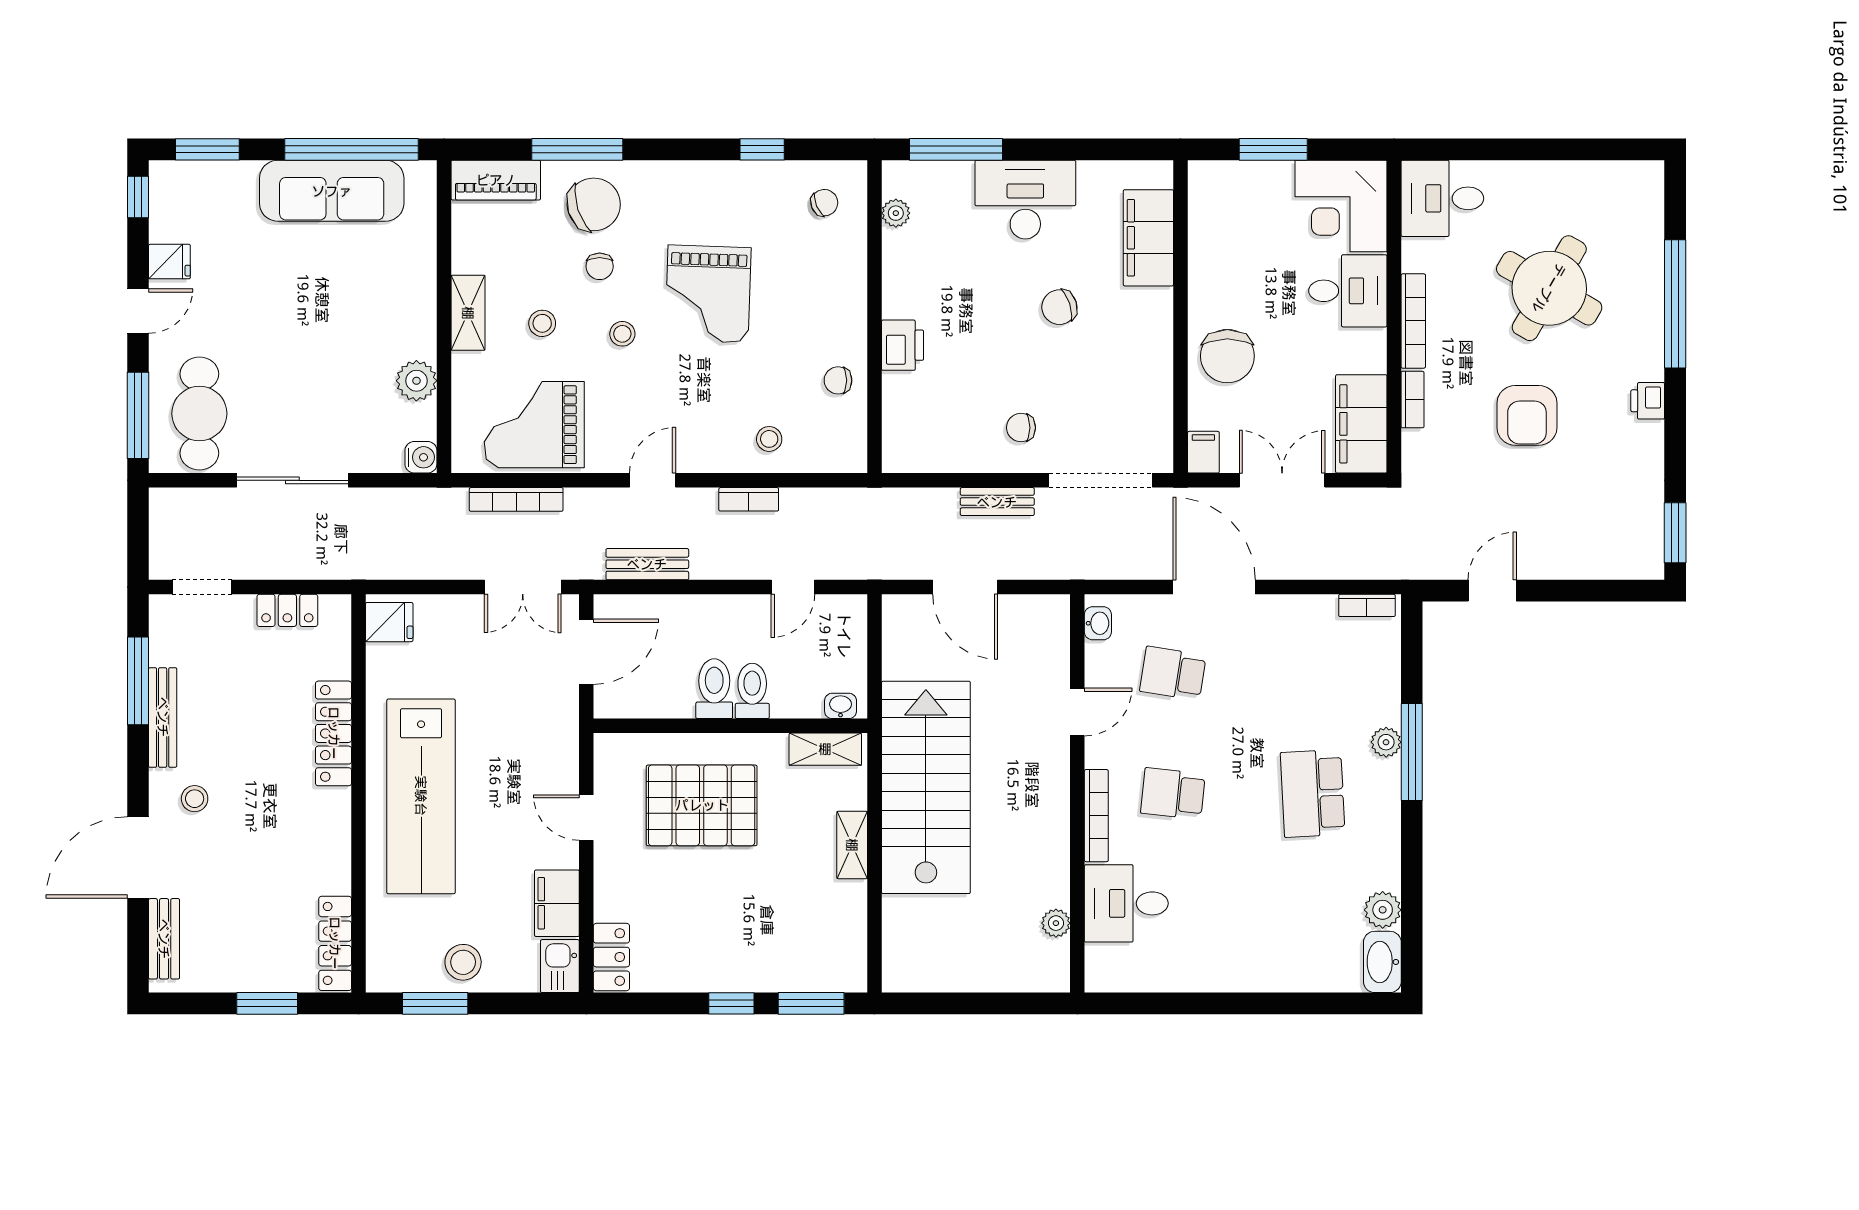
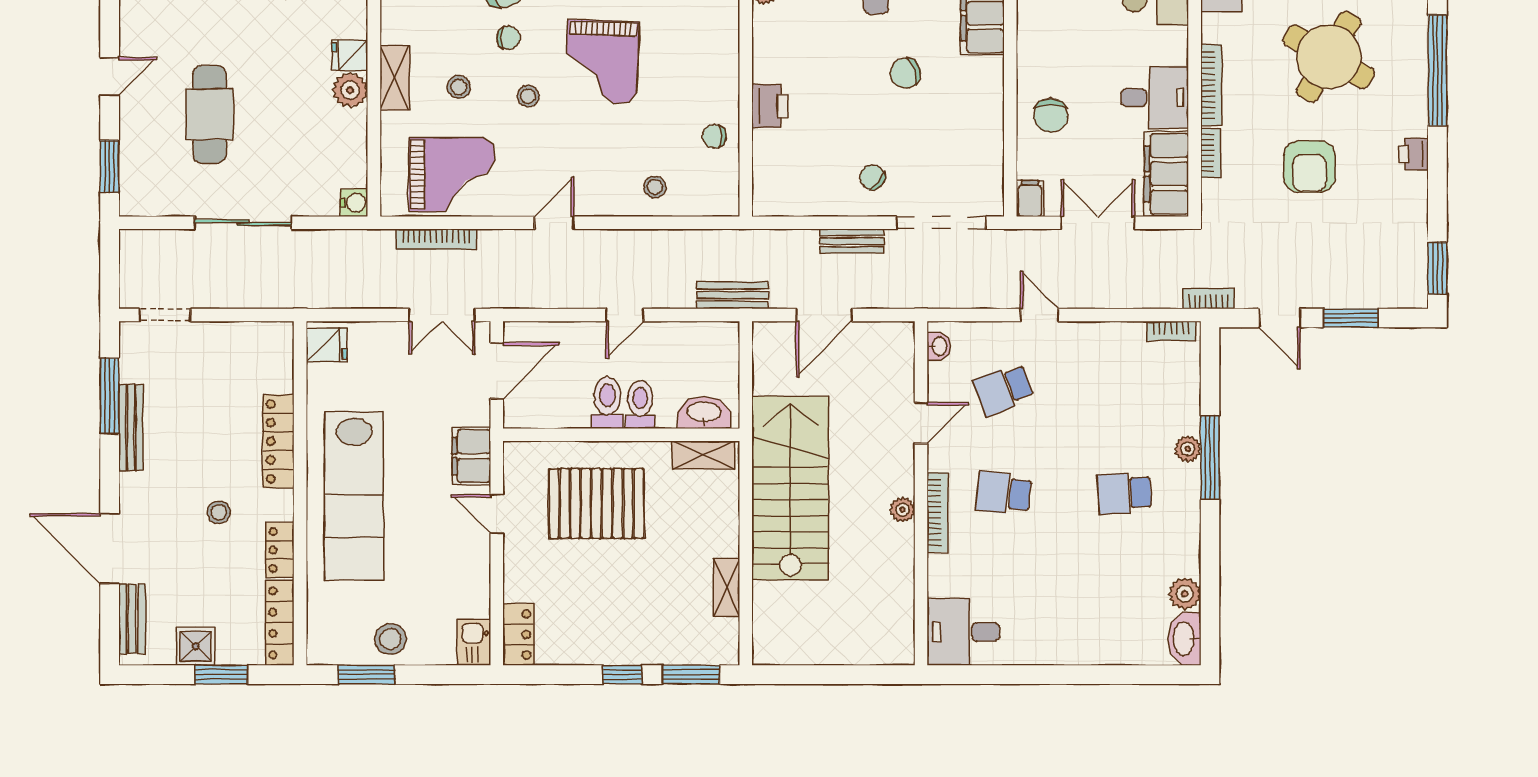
fridge: (169, 262) -> (350, 55), moved, turned 180
chair: (600, 266) -> (508, 38), turned -90
desk: (1348, 291) -> (1155, 98), moved
chair: (1227, 356) -> (1051, 115), width x0.73, depth x0.73
plant: (416, 381) -> (350, 90), moved
cafe table: (199, 414) -> (210, 114), moved
window: (138, 415) -> (110, 167), width x0.69
grand piano: (534, 425) -> (452, 175), turned 180
chair: (1021, 428) -> (872, 177), turned 40
bookcase: (749, 499) -> (1209, 299), moved, turned 180
bench: (647, 564) -> (733, 295), moved
door: (793, 587) -> (625, 315), moved
door: (965, 587) -> (824, 315), hinge flipped
door: (1214, 587) -> (1039, 315), width x0.53
door: (1492, 591) -> (1279, 318), swing flipped
window: (1575, 591) -> (1351, 318), added
locker: (287, 610) -> (280, 550), moved, turned 90
school desk: (1173, 673) -> (1004, 389), turned -30
washbasin: (841, 706) -> (704, 413), width x1.91, depth x1.45
school desk: (1313, 793) -> (1124, 493), width x0.54
stool: (195, 799) -> (219, 512), moved
shelving: (852, 845) -> (727, 587), moved
door: (138, 858) -> (110, 549), hinge flipped
filing cabinet: (557, 903) -> (471, 456), moved
desk: (1126, 903) -> (963, 632), moved
plant: (1056, 923) -> (903, 510), moved
shower: (238, 971) -> (196, 646), added

